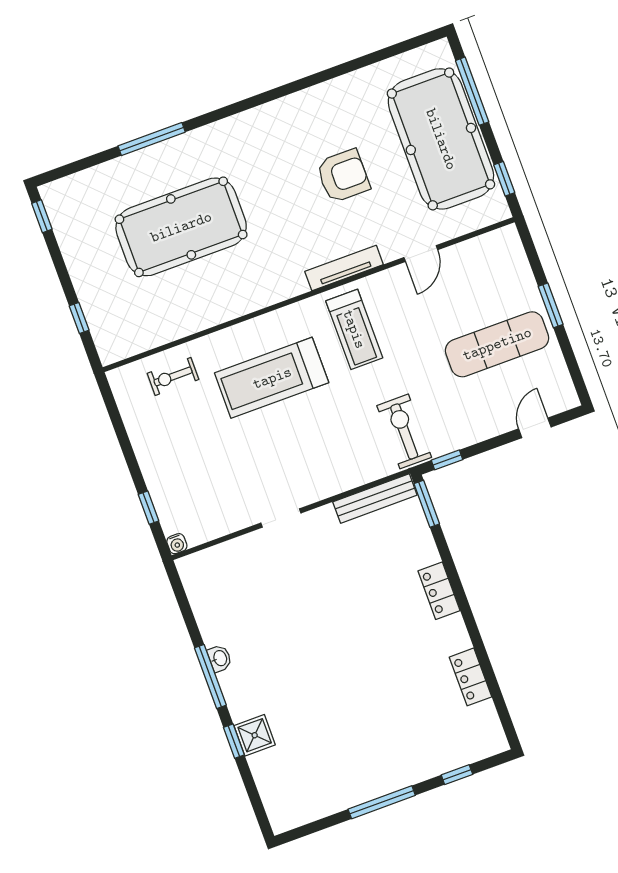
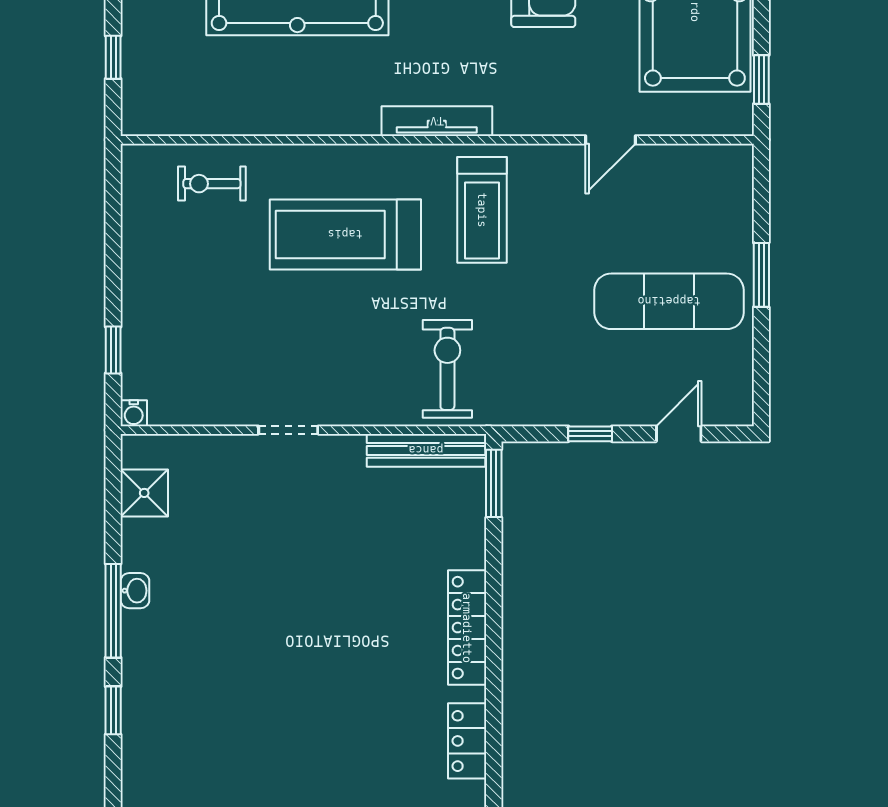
tv unit: (344, 268) -> (437, 121), moved
exercise bike: (404, 431) -> (447, 369), moved
window: (447, 460) -> (590, 434), moved
locker: (439, 591) -> (467, 628), width x1.53
shower: (255, 735) -> (144, 493), moved

